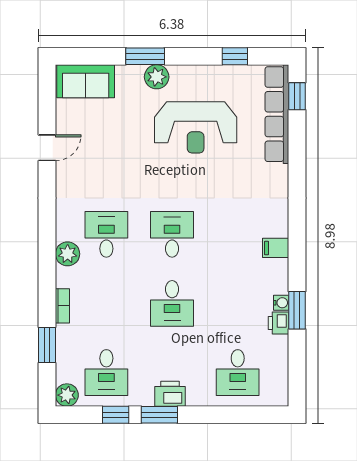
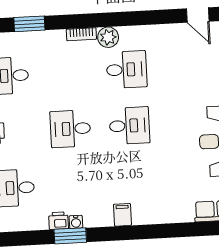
bookcase: (62, 306) -> (81, 34), moved

